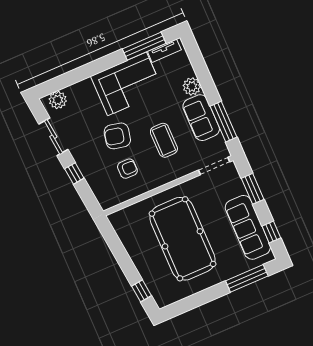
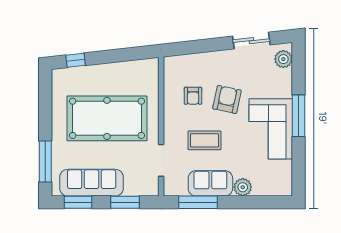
window: (144, 46) -> (298, 116), moved
tv unit: (164, 51) -> (286, 176), removed
doorway: (214, 166) -> (161, 160), moved
window: (74, 173) -> (210, 45), removed
window: (271, 232) -> (78, 202), width x1.50

